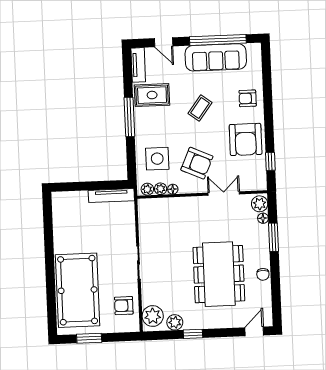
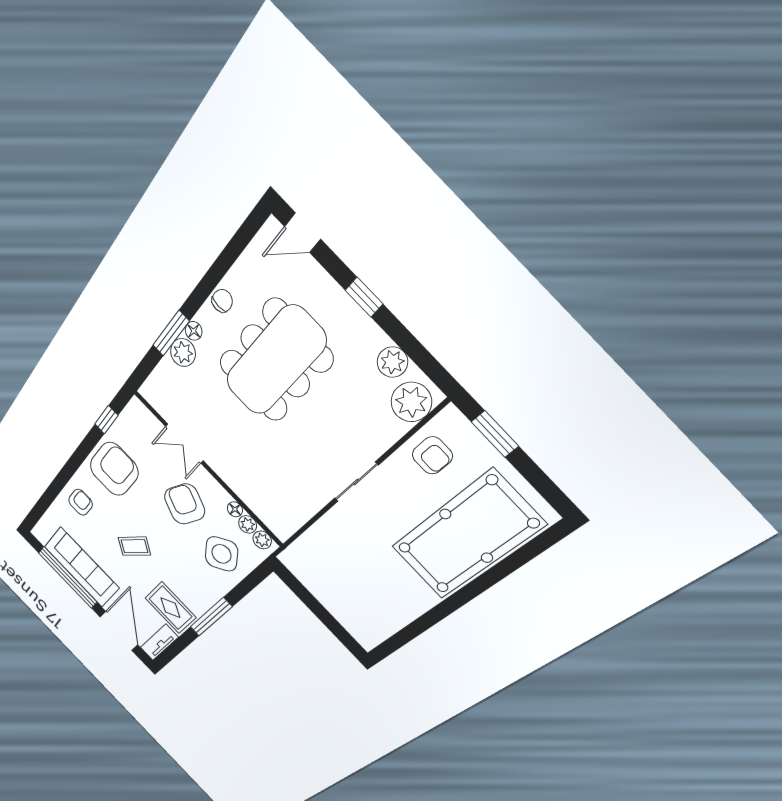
door: (164, 42) -> (119, 631), width x1.87
armchair: (248, 98) -> (81, 502), turned -90
side table: (157, 159) -> (221, 554), turned -35
tv unit: (111, 196) -> (308, 578), removed
plant: (260, 204) -> (183, 353), moved
floor lamp: (263, 218) -> (194, 331), moved
window: (193, 334) -> (364, 297), moved
window: (89, 338) -> (495, 434), moved

